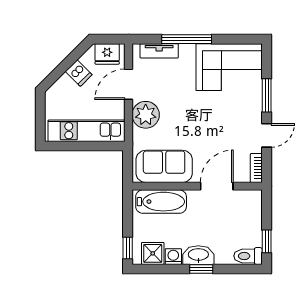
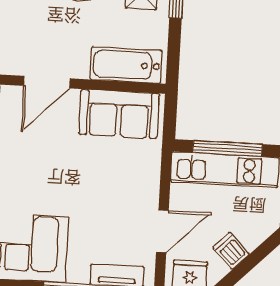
plant: (146, 115) -> (141, 187), removed
window: (85, 146) -> (228, 148), added

